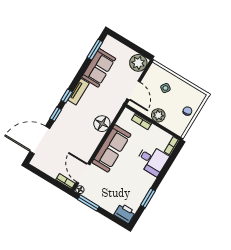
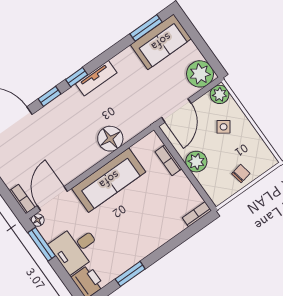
sofa: (99, 68) -> (161, 42), moved
plant: (155, 70) -> (220, 94), added
desk: (152, 160) -> (75, 248), moved, turned 90

